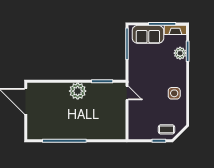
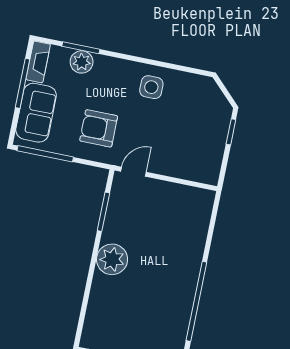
armchair: (146, 70) -> (99, 128), added
coffee table: (167, 129) -> (213, 114), removed

